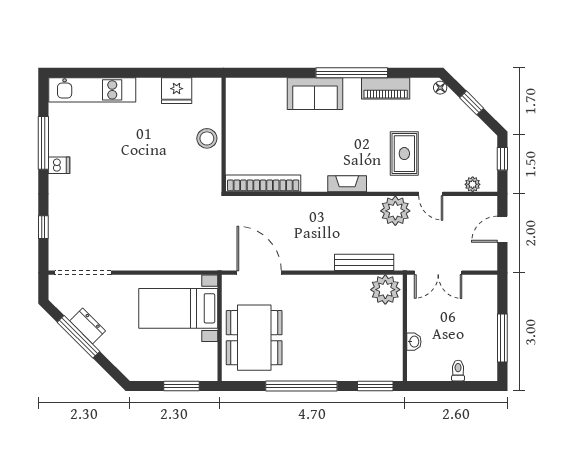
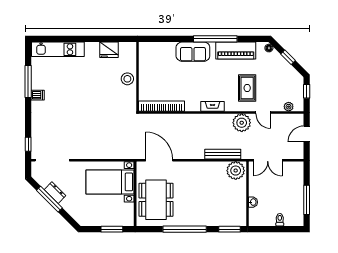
piano: (386, 88) -> (236, 51), width x1.37, depth x1.33
window: (43, 227) -> (28, 144), moved

